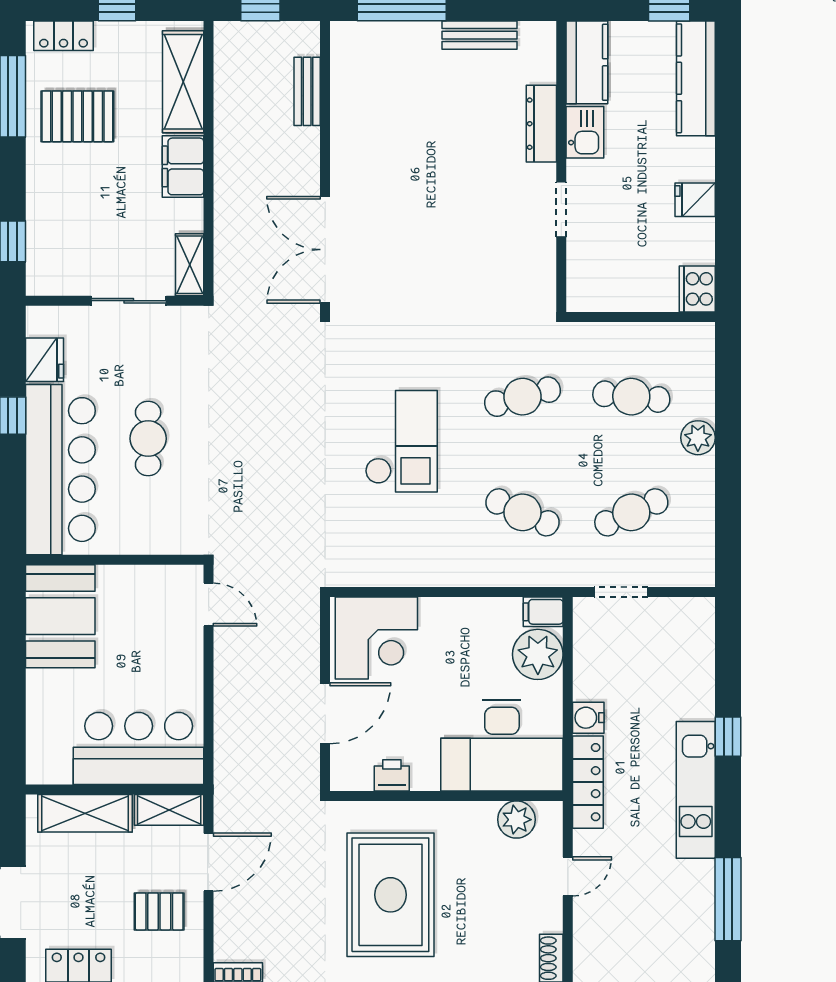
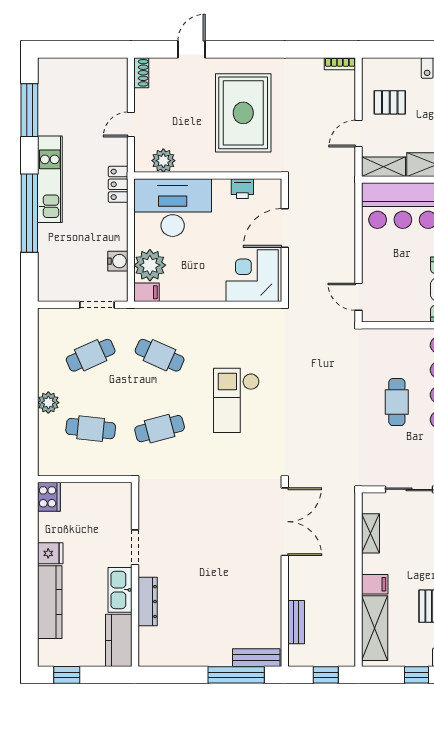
bench: (479, 35) -> (256, 658), moved
kitchen counter: (696, 78) -> (50, 602), moved
kitchen sink: (585, 132) -> (120, 590), width x1.38
filing cabinet: (183, 166) -> (375, 584), width x0.50
shelving: (190, 265) -> (370, 533), moved
water cooler: (588, 718) -> (118, 261), moved
window: (728, 737) -> (29, 213), width x3.17
locker: (588, 782) -> (118, 184), width x0.66
door: (209, 862) -> (359, 134), width x0.73

